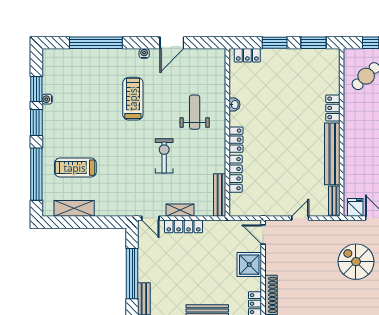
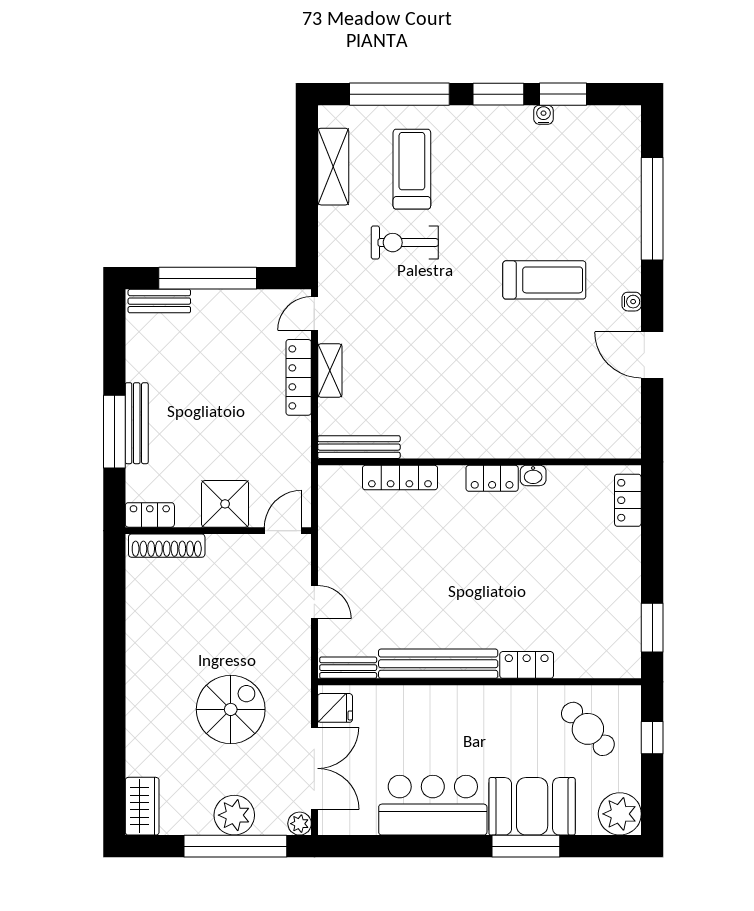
window: (275, 43) -> (652, 553), removed
weight bench: (195, 112) -> (518, 399), removed
locker: (236, 140) -> (492, 478), moved
exercise bike: (164, 156) -> (405, 243), moved, turned 180

